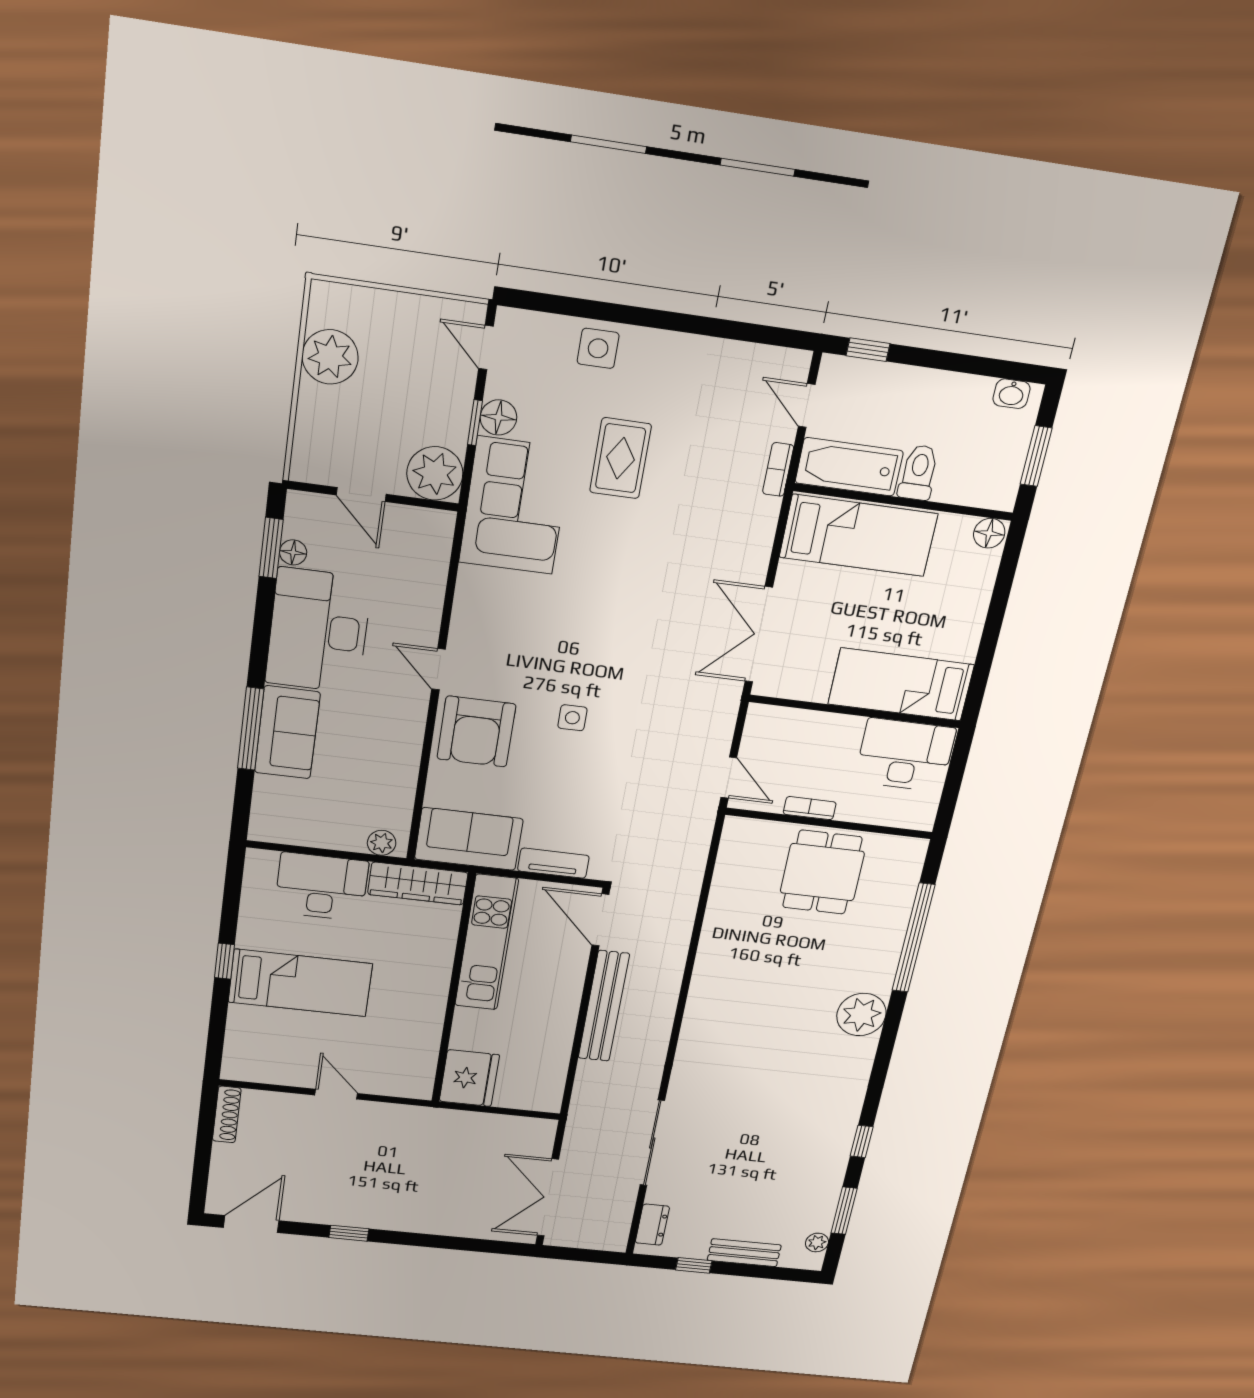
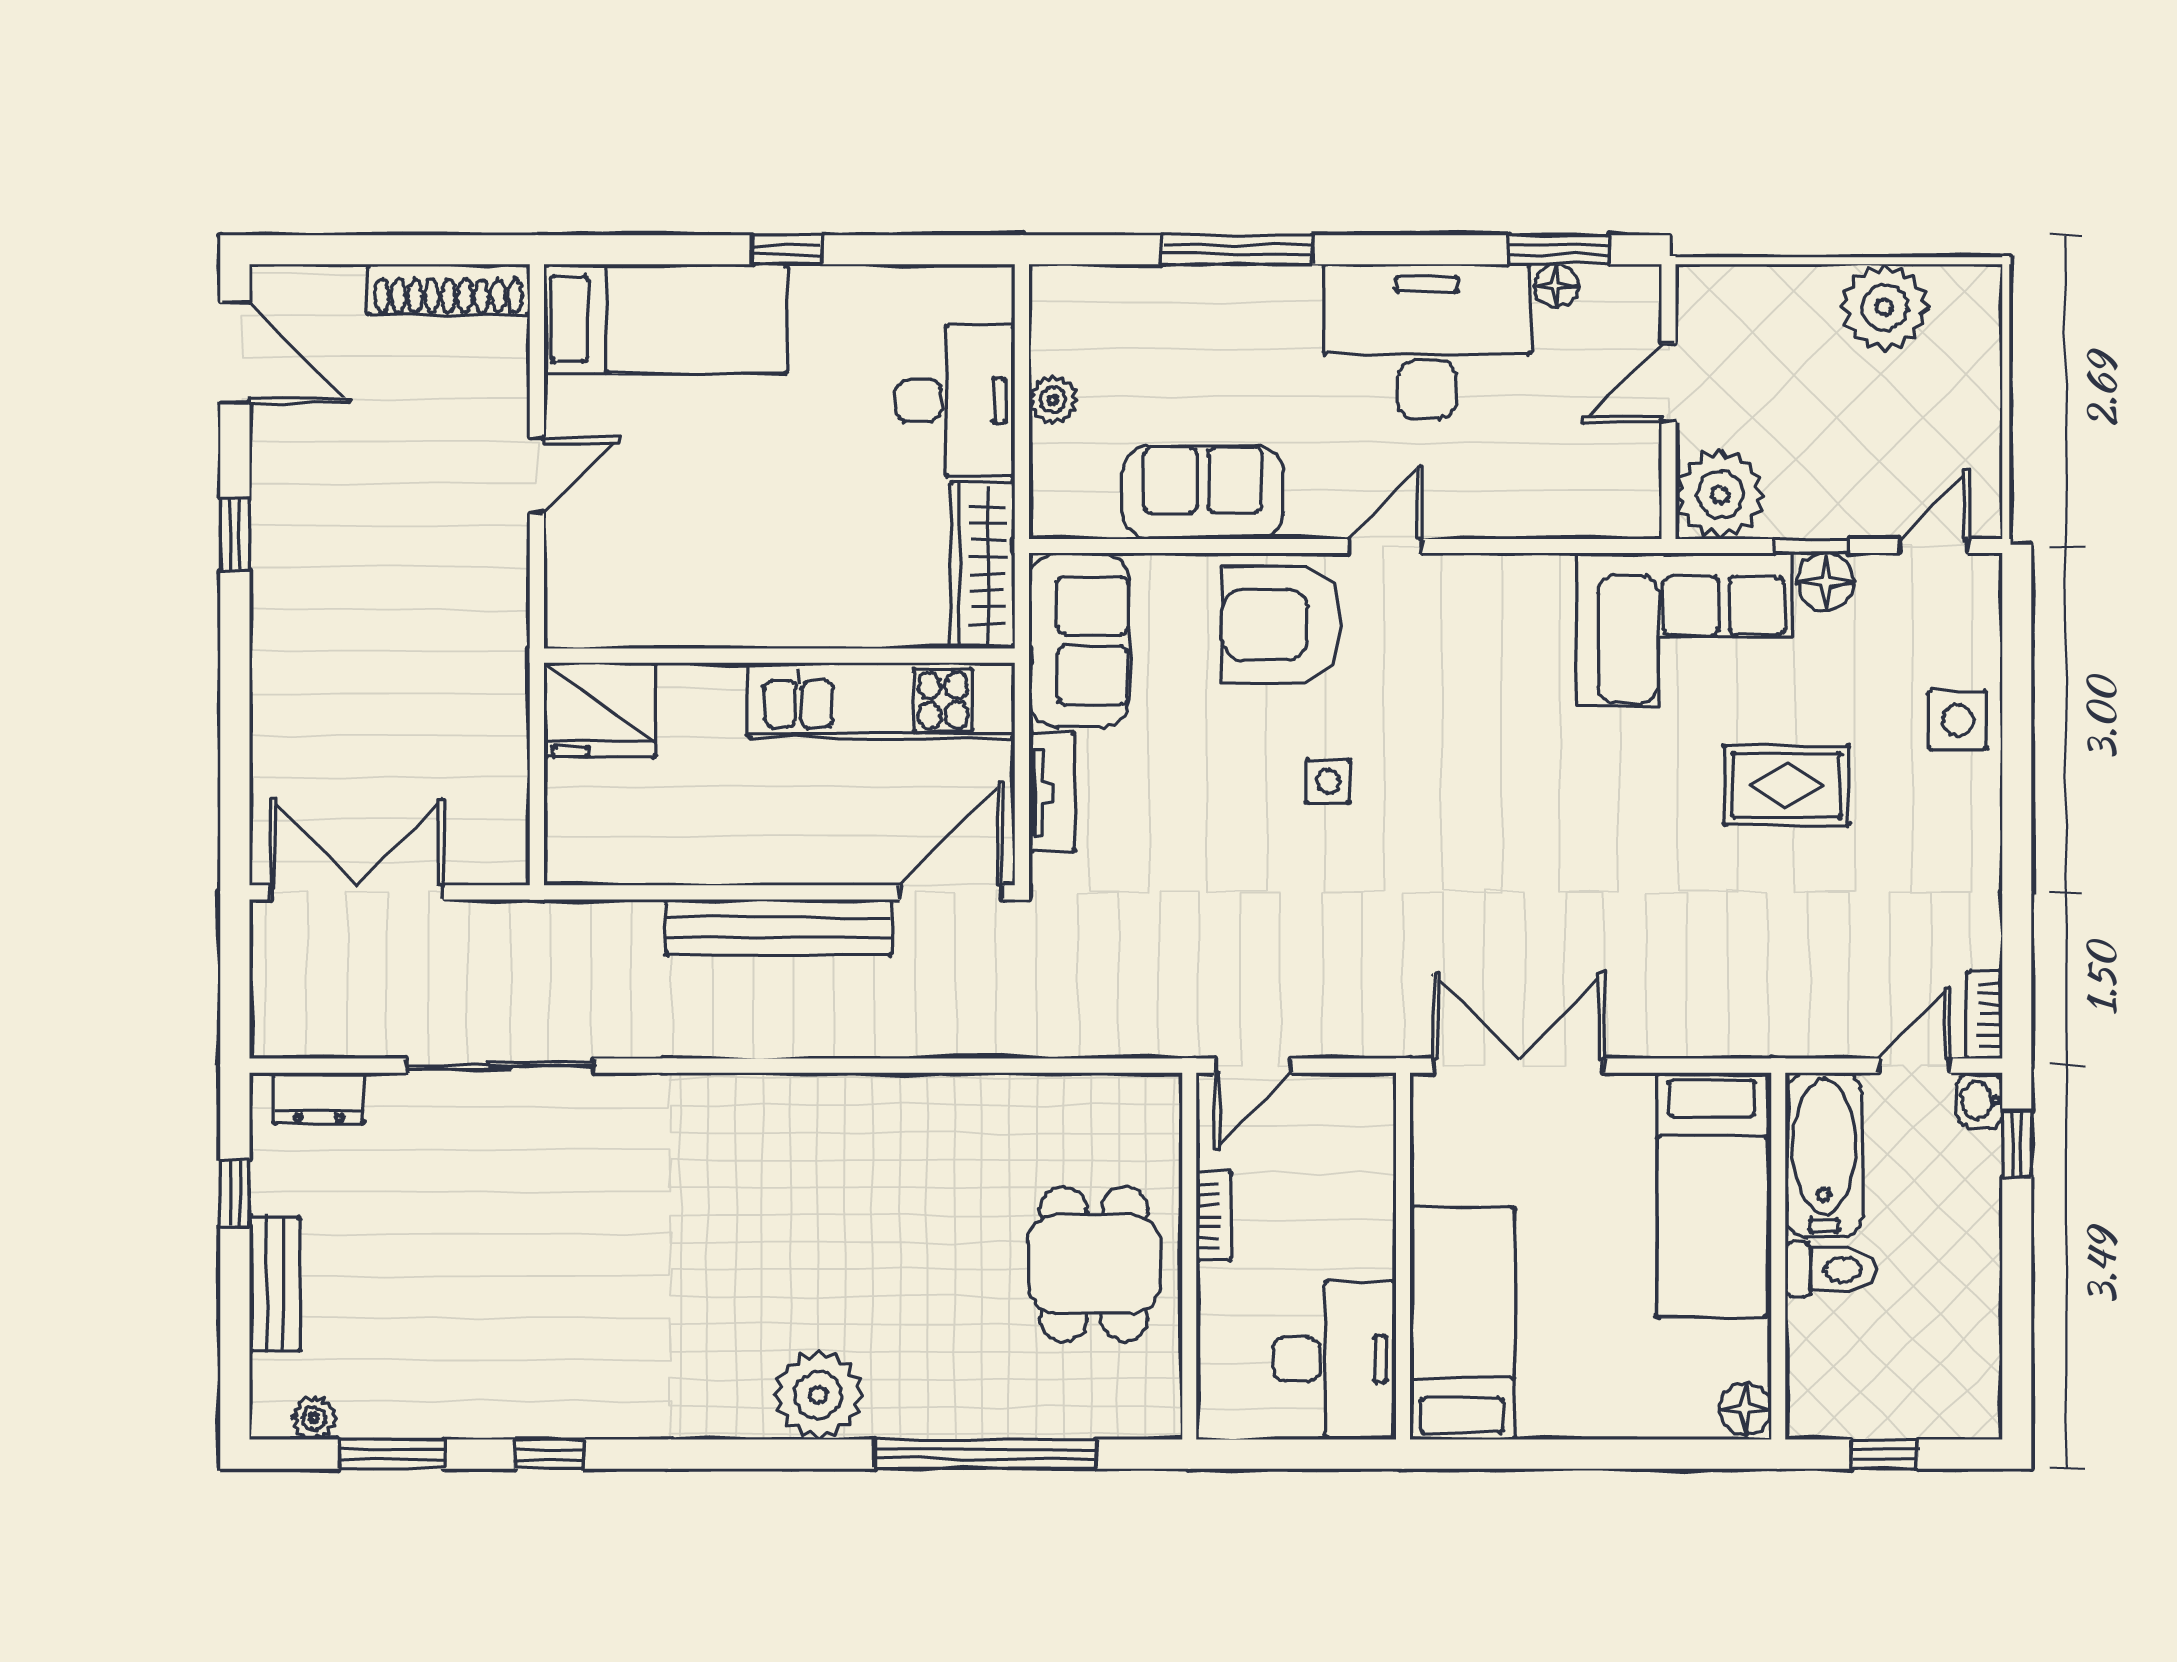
washbasin: (1011, 394) -> (1980, 1100), moved
window: (1036, 456) -> (1884, 1454), width x0.67
bookcase: (778, 469) -> (1985, 1015), moved, turned -90
sofa: (287, 732) -> (1203, 492), moved, turned 180
plant: (382, 843) -> (1053, 400), moved
dining table: (822, 872) -> (1094, 1264), turned 90
bed: (300, 983) -> (665, 319), moved, turned -90
shoe rack: (227, 1115) -> (449, 289), width x1.36, depth x1.24

